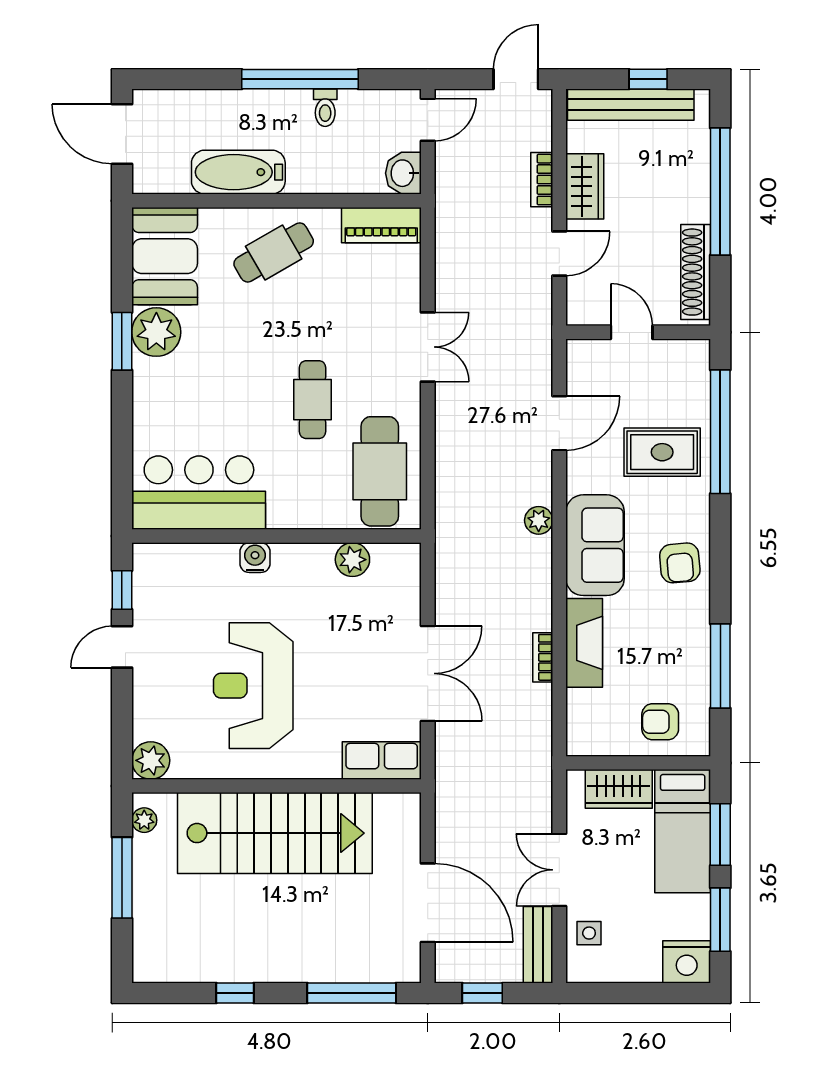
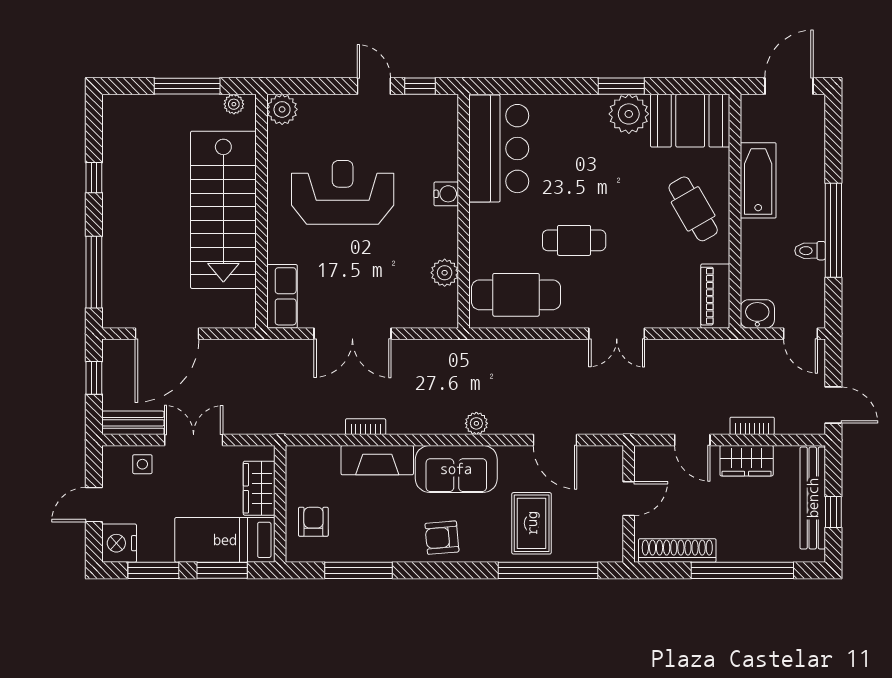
door: (639, 993) -> (94, 505), added

